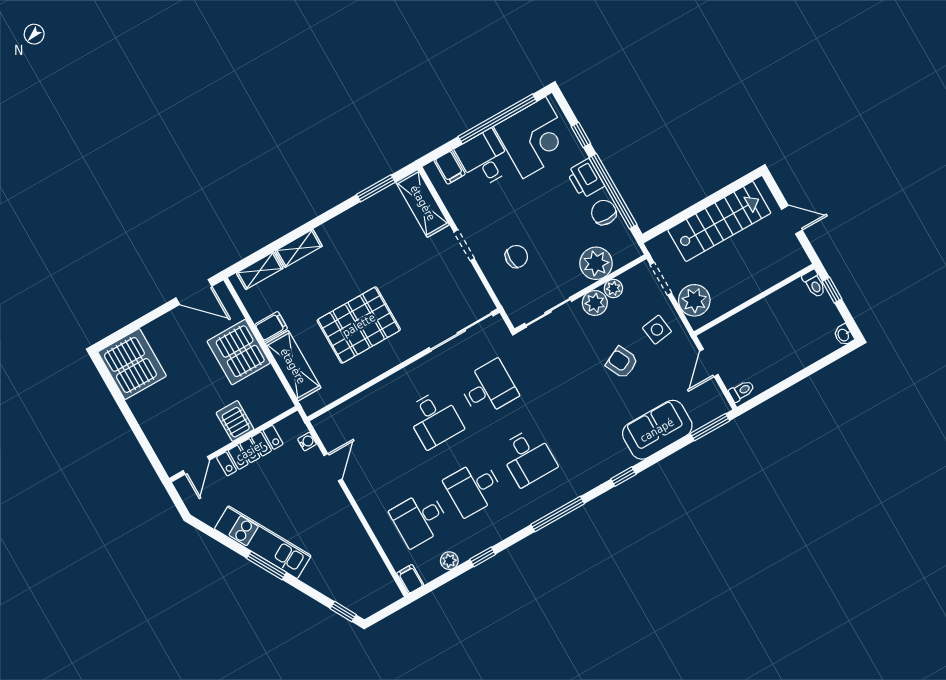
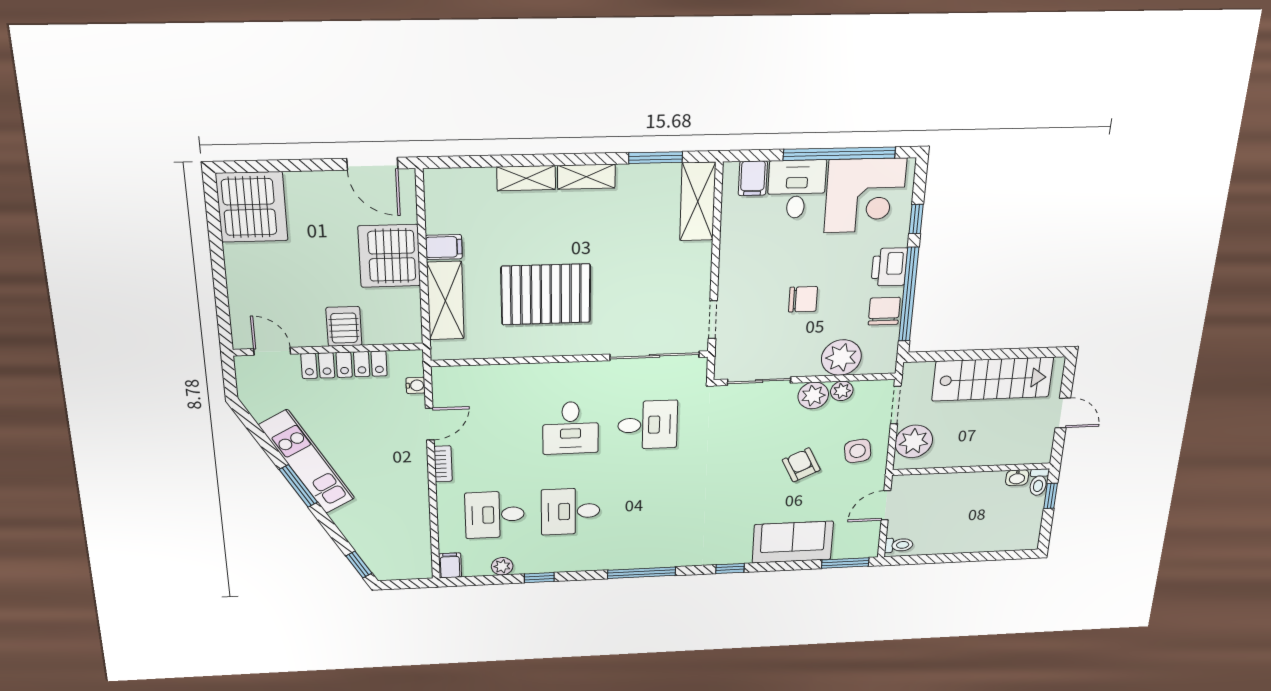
doorway: (464, 245) -> (713, 320), moved
chair: (516, 257) -> (803, 299), moved
shelving: (260, 271) -> (586, 177), moved
washbasin: (844, 335) -> (1017, 478), moved, turned -90
desk: (528, 457) -> (646, 508), removed
door: (196, 465) -> (272, 351), swing flipped
bookcase: (359, 495) -> (443, 464), added

